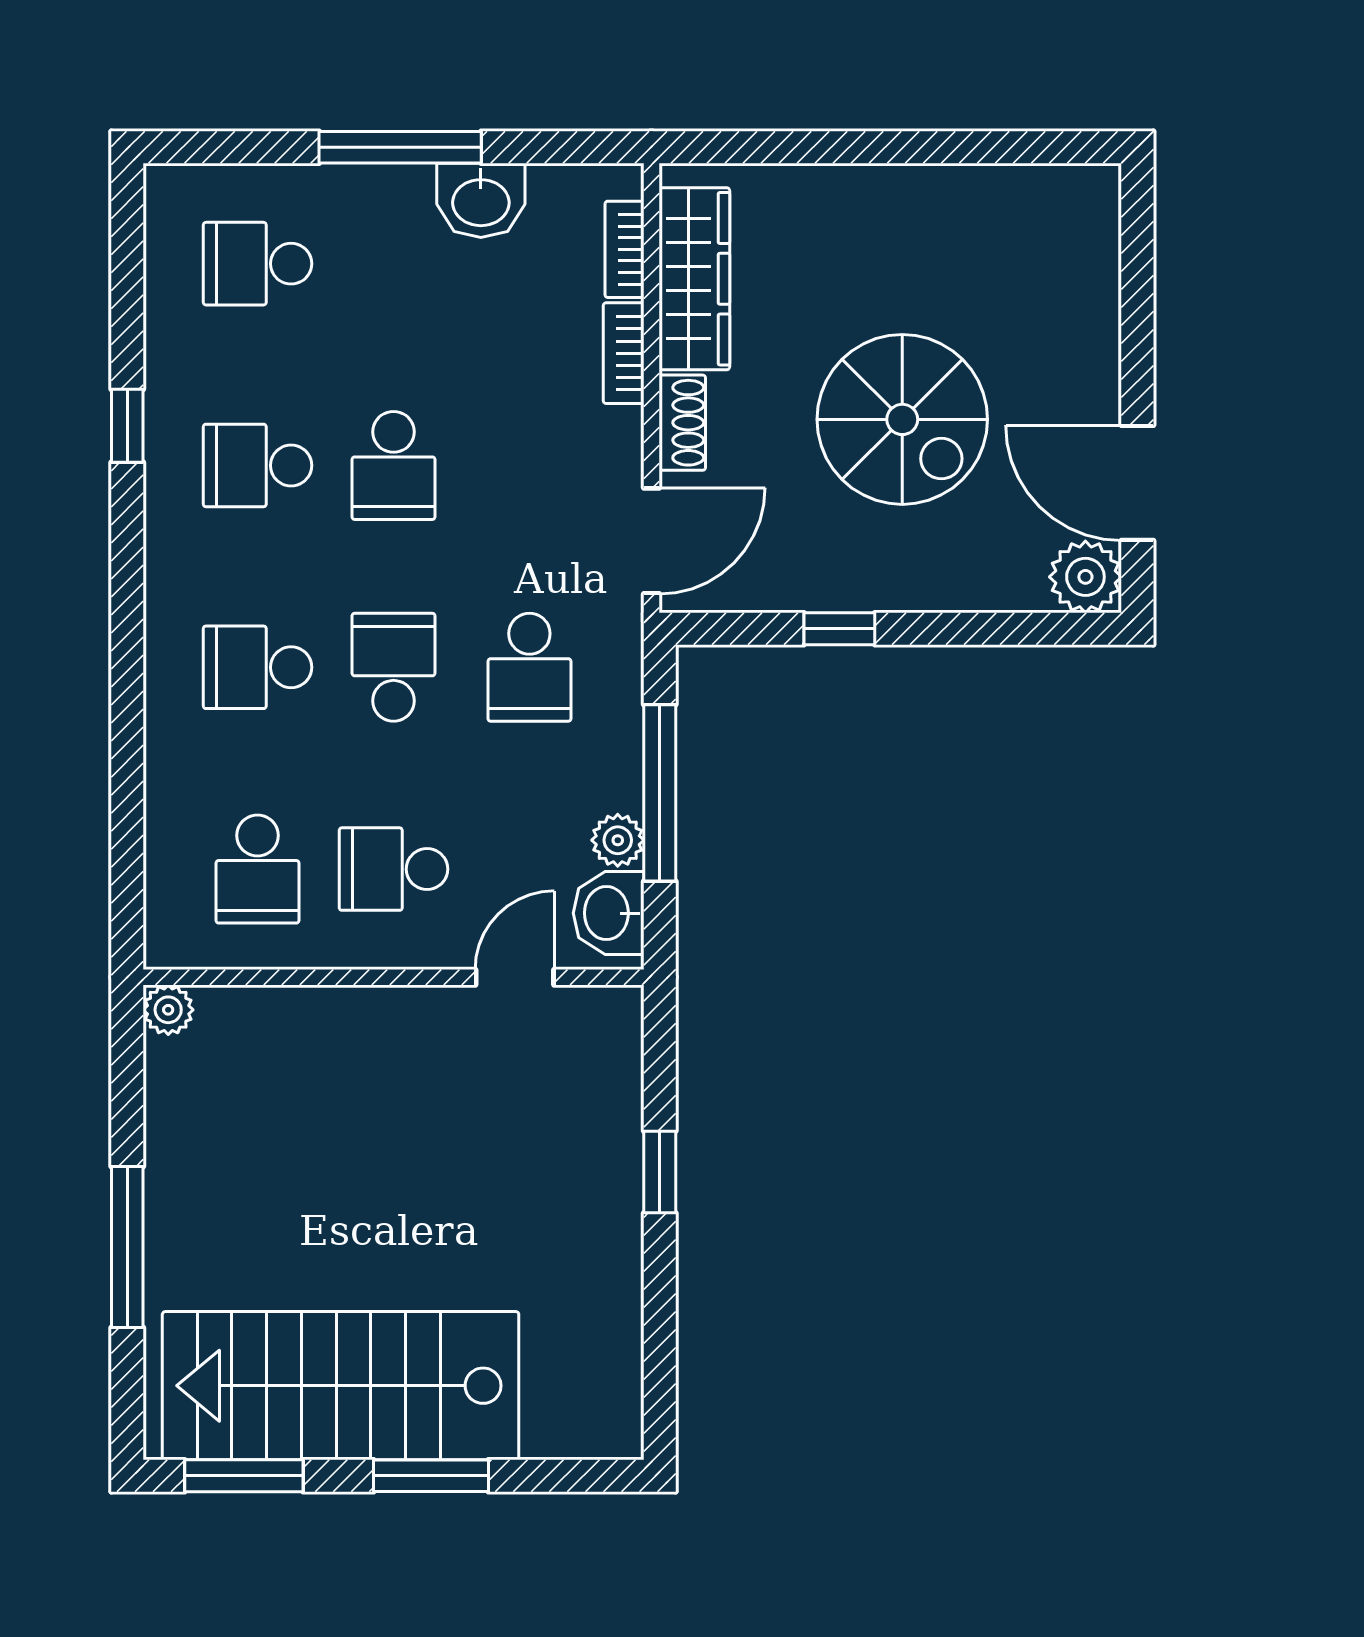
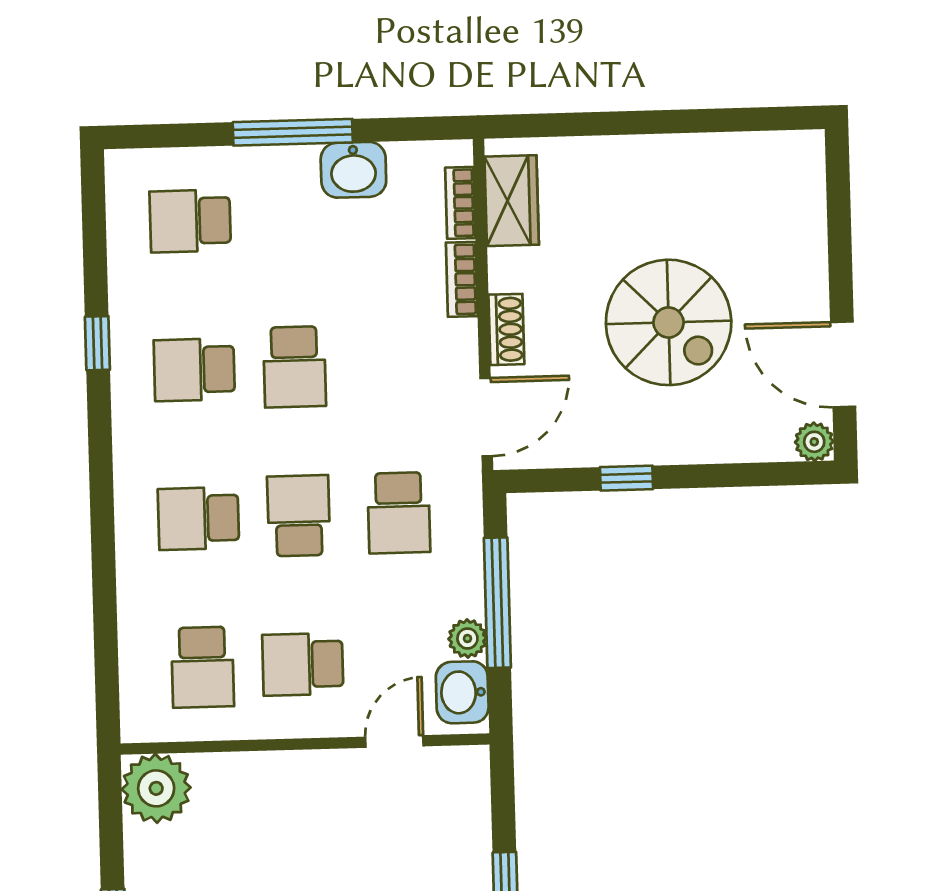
wardrobe: (694, 279) -> (512, 201), width x0.67
plant: (1085, 577) -> (814, 442), width x0.73, depth x0.73
plant: (168, 1010) -> (156, 788), width x1.88, depth x1.88

